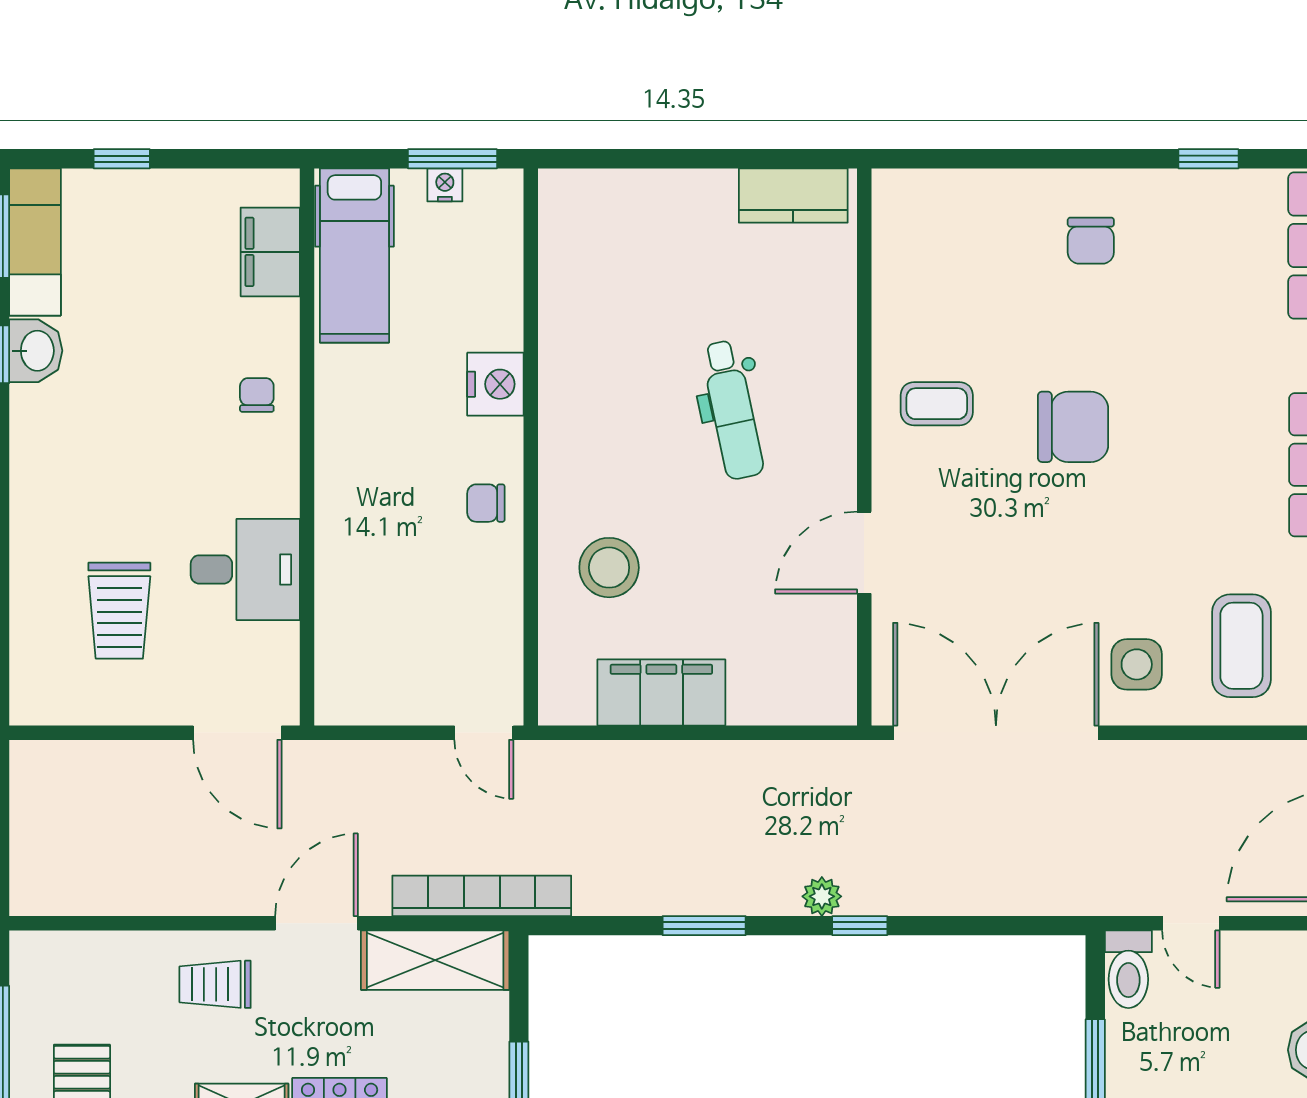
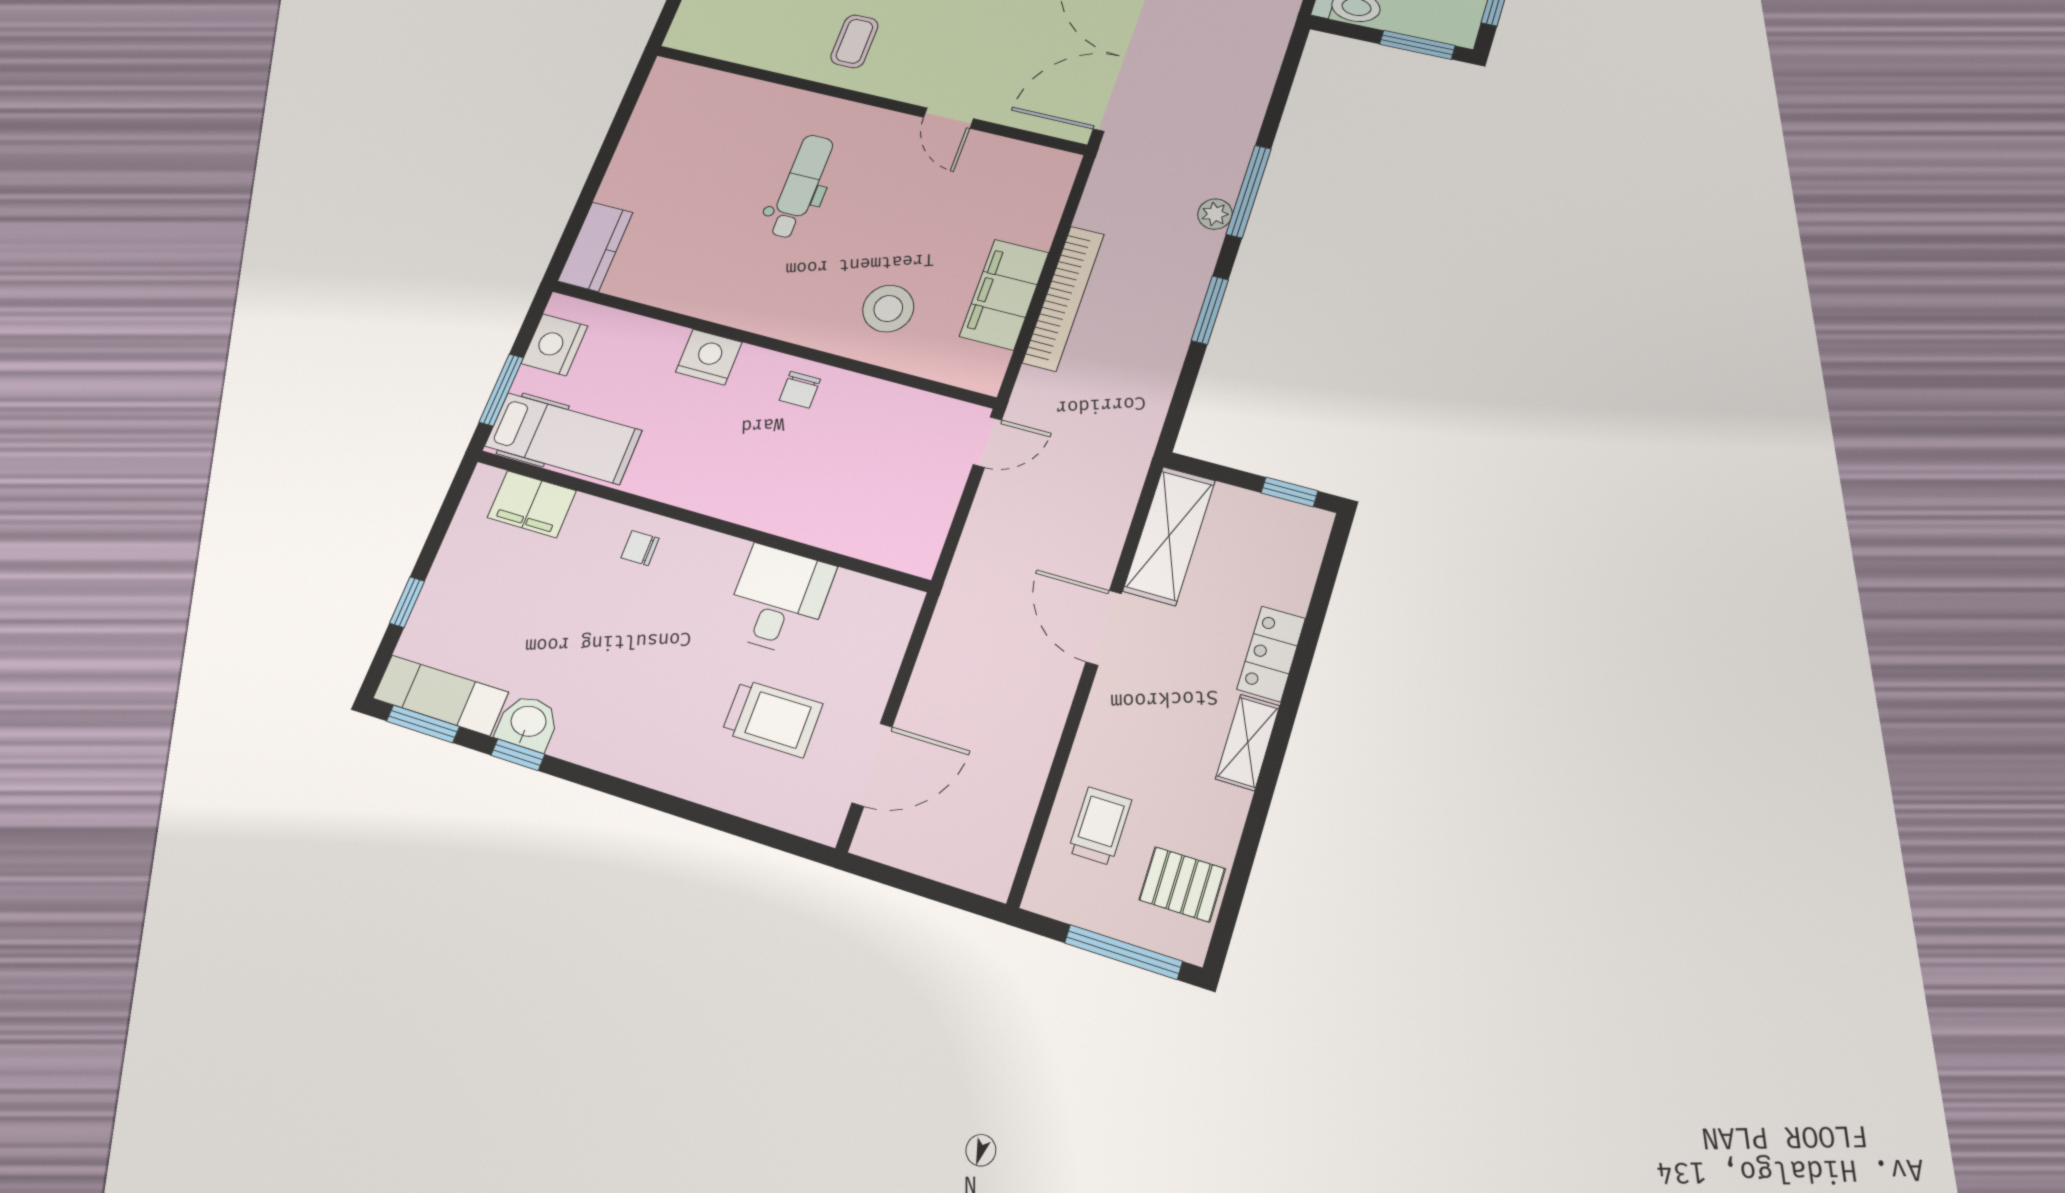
window: (452, 159) -> (501, 390), moved
nightstand: (445, 185) -> (554, 345), width x1.89, depth x1.79
kitchen counter: (793, 195) -> (595, 247), moved
dental chair: (732, 410) -> (800, 186), turned -78
door: (864, 553) -> (948, 118), width x0.73
door: (237, 733) -> (872, 765), moved
bookcase: (482, 896) -> (1063, 298), moved, turned 180
window: (860, 926) -> (1249, 191), width x2.17
trolley: (215, 984) -> (1100, 826), moved, turned 180

